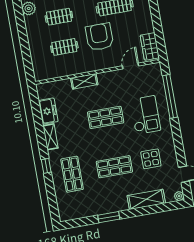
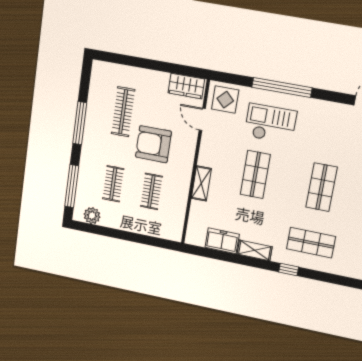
window: (170, 96) -> (282, 88), moved
display table: (151, 159) -> (225, 100), moved

